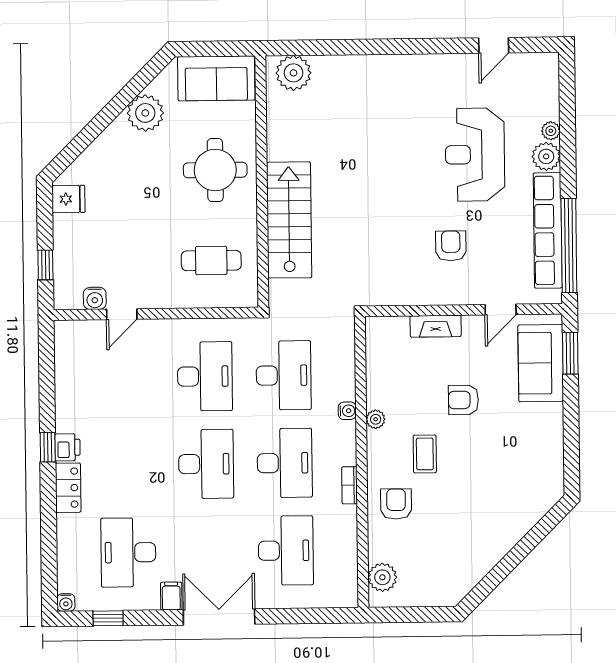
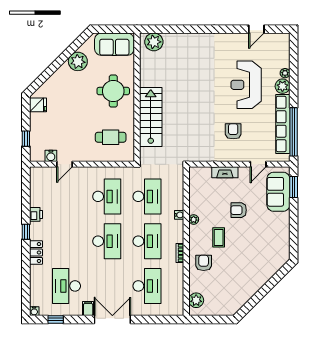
printer: (67, 447) -> (36, 214), moved

